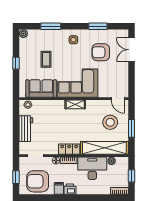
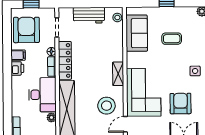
corner sofa: (77, 83) -> (144, 92), moved
stool: (110, 122) -> (106, 106), moved
locker: (69, 149) -> (65, 60), width x1.53

